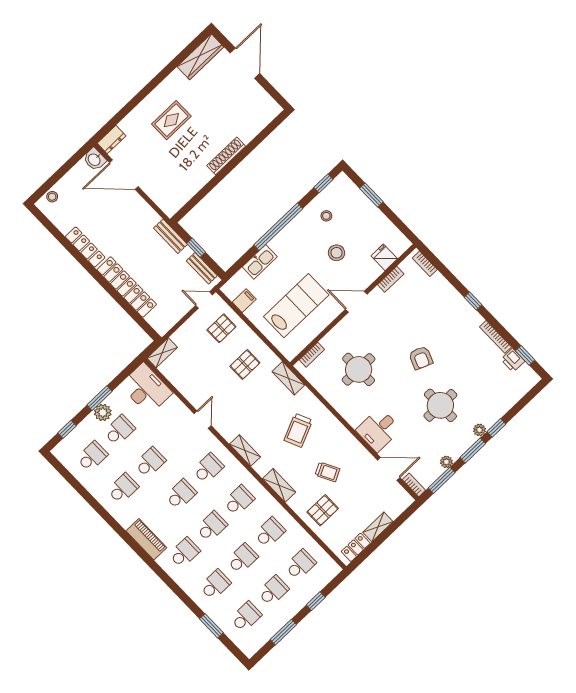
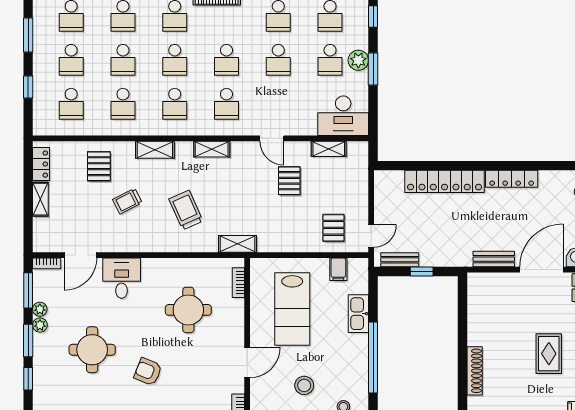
bench: (170, 236) -> (494, 259), moved
shelving: (162, 353) -> (329, 149), moved, turned 90
pallet: (245, 364) -> (289, 181), moved
plant: (479, 430) -> (40, 325), moved

